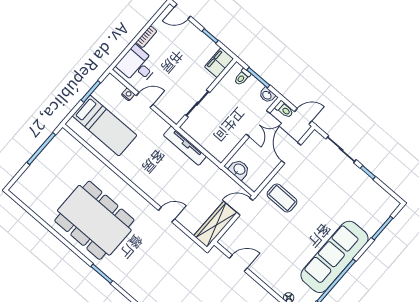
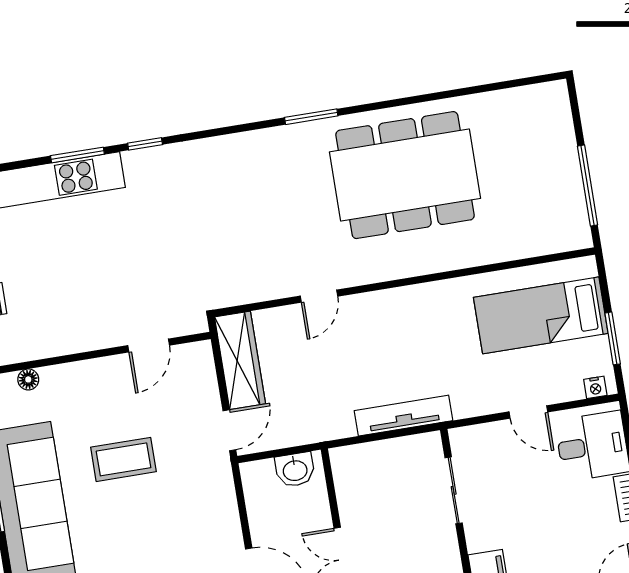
nightstand: (128, 94) -> (595, 387), moved
door: (145, 100) -> (528, 412), hinge flipped
coffee table: (282, 198) -> (123, 459), moved

